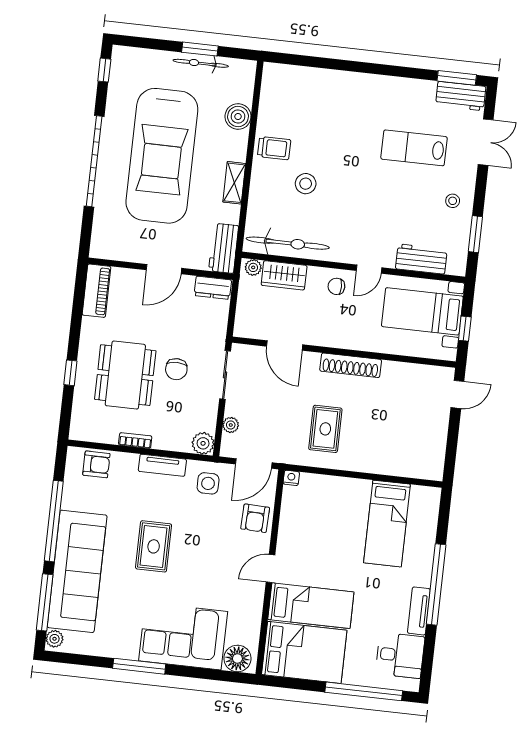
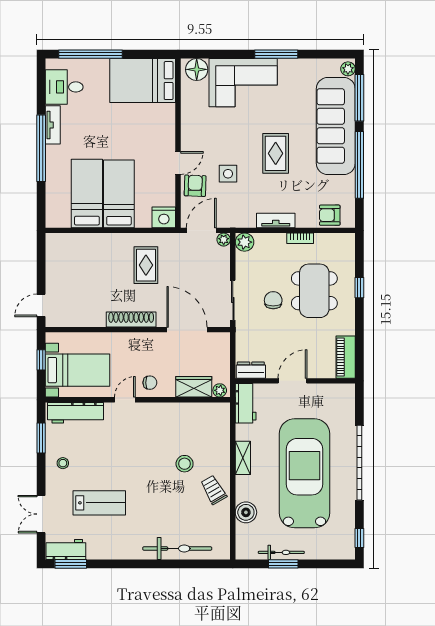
trolley: (274, 148) -> (214, 490), turned 60
bicycle: (288, 243) -> (177, 548), moved, turned 180
workbench: (421, 259) -> (76, 413), width x1.37
door: (285, 345) -> (187, 330), width x1.36
plant: (231, 425) -> (224, 240), moved
nightstand: (291, 478) -> (164, 217), width x1.89, depth x1.79
side table: (208, 483) -> (228, 174), moved
door: (270, 569) -> (178, 163), moved
bed: (311, 606) -> (119, 194), moved, turned 90

